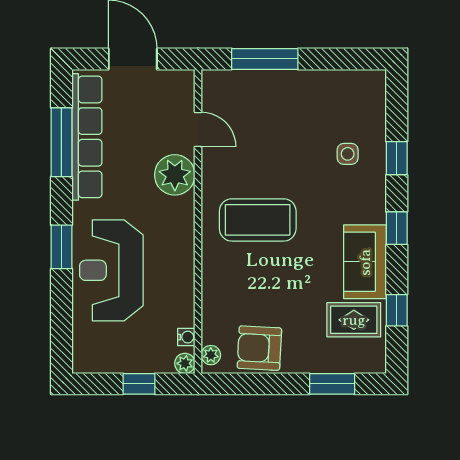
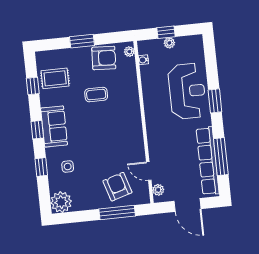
plant: (367, 89) -> (61, 202), added
armchair: (259, 107) -> (117, 187), added
plant: (175, 175) -> (158, 190), moved, width x0.53, depth x0.53
coffee table: (258, 220) -> (96, 95), moved, width x0.54, depth x0.58
sofa: (365, 262) -> (54, 126), moved
plant: (185, 363) -> (169, 43), moved
window: (332, 384) -> (82, 41), moved

